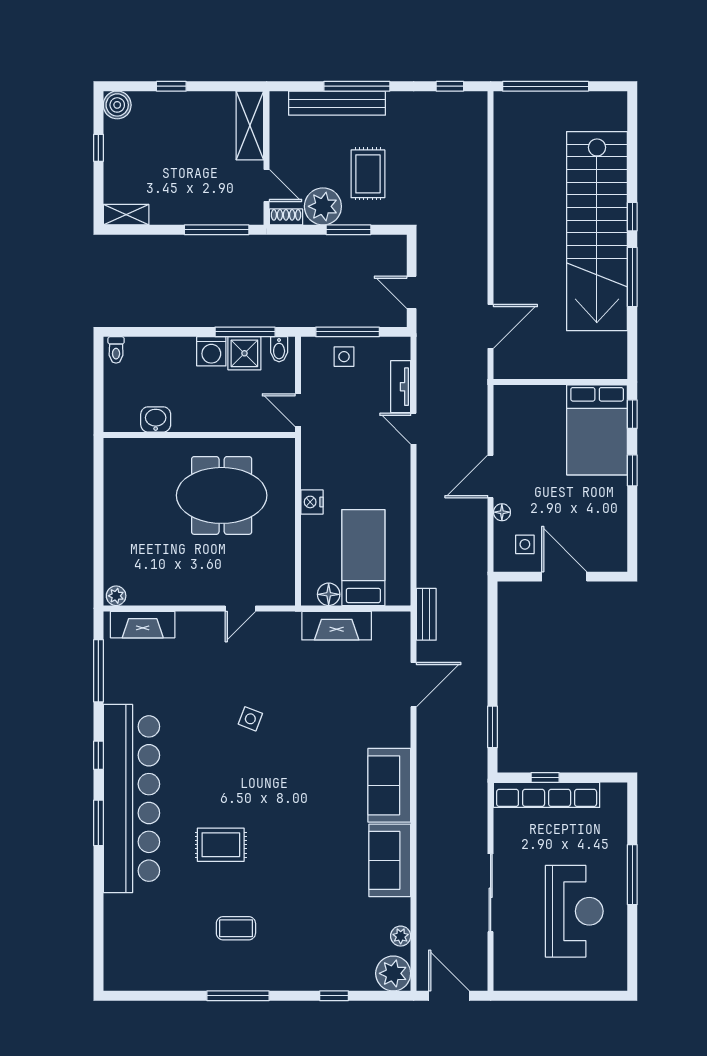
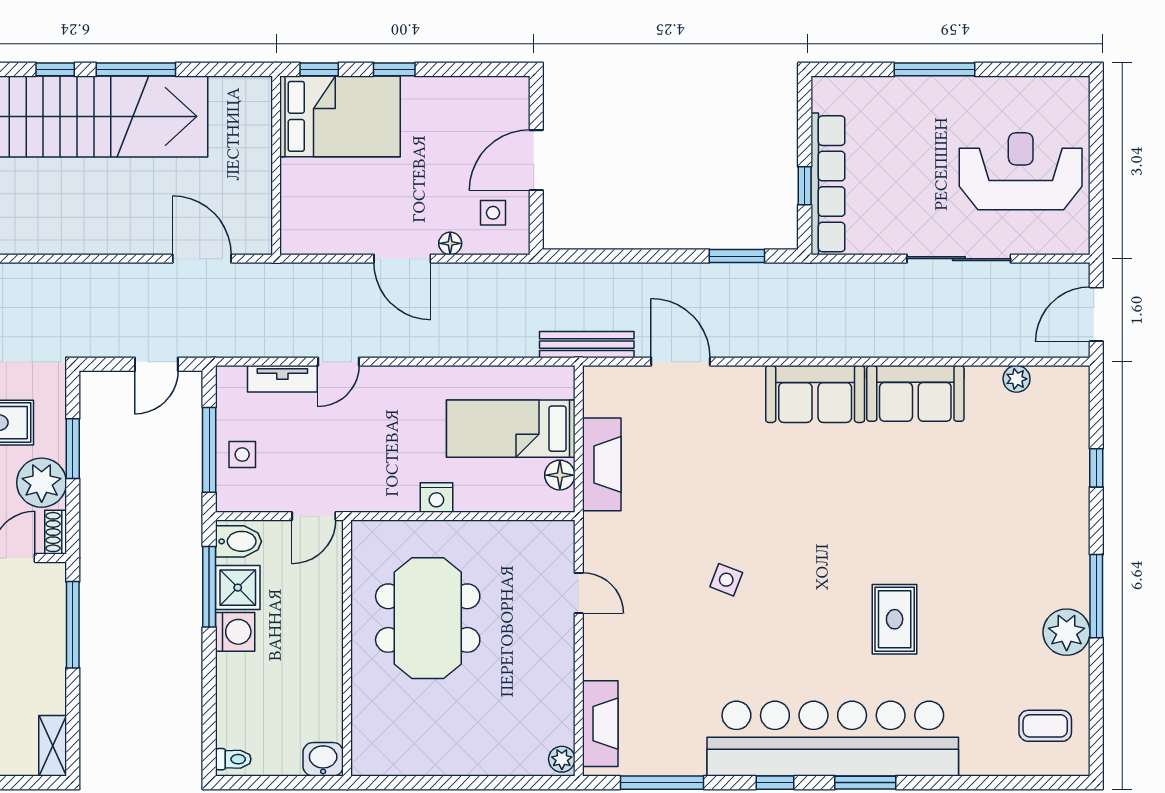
bidet: (279, 349) -> (238, 541), width x1.38, depth x1.36
washbasin: (156, 419) -> (323, 759), moved, turned 90
bench: (426, 614) -> (587, 345), width x1.36
reception desk: (574, 911) -> (1021, 171), moved
coffee table: (236, 928) -> (1045, 726), moved, turned 90
plant: (393, 973) -> (1067, 632), moved

